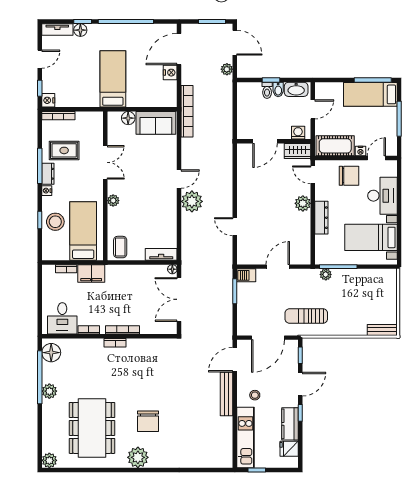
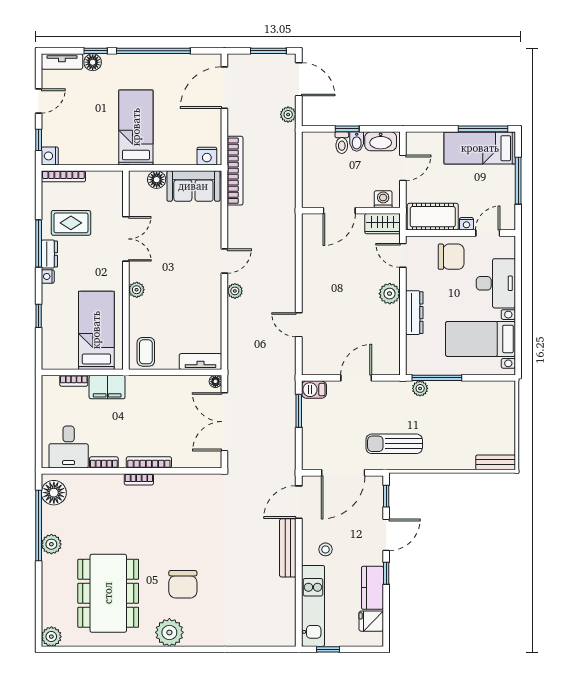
nightstand: (170, 73) -> (207, 156), moved, turned 90
plant: (192, 201) -> (235, 291), width x0.53, depth x0.53
stool: (55, 222) -> (59, 318), removed

